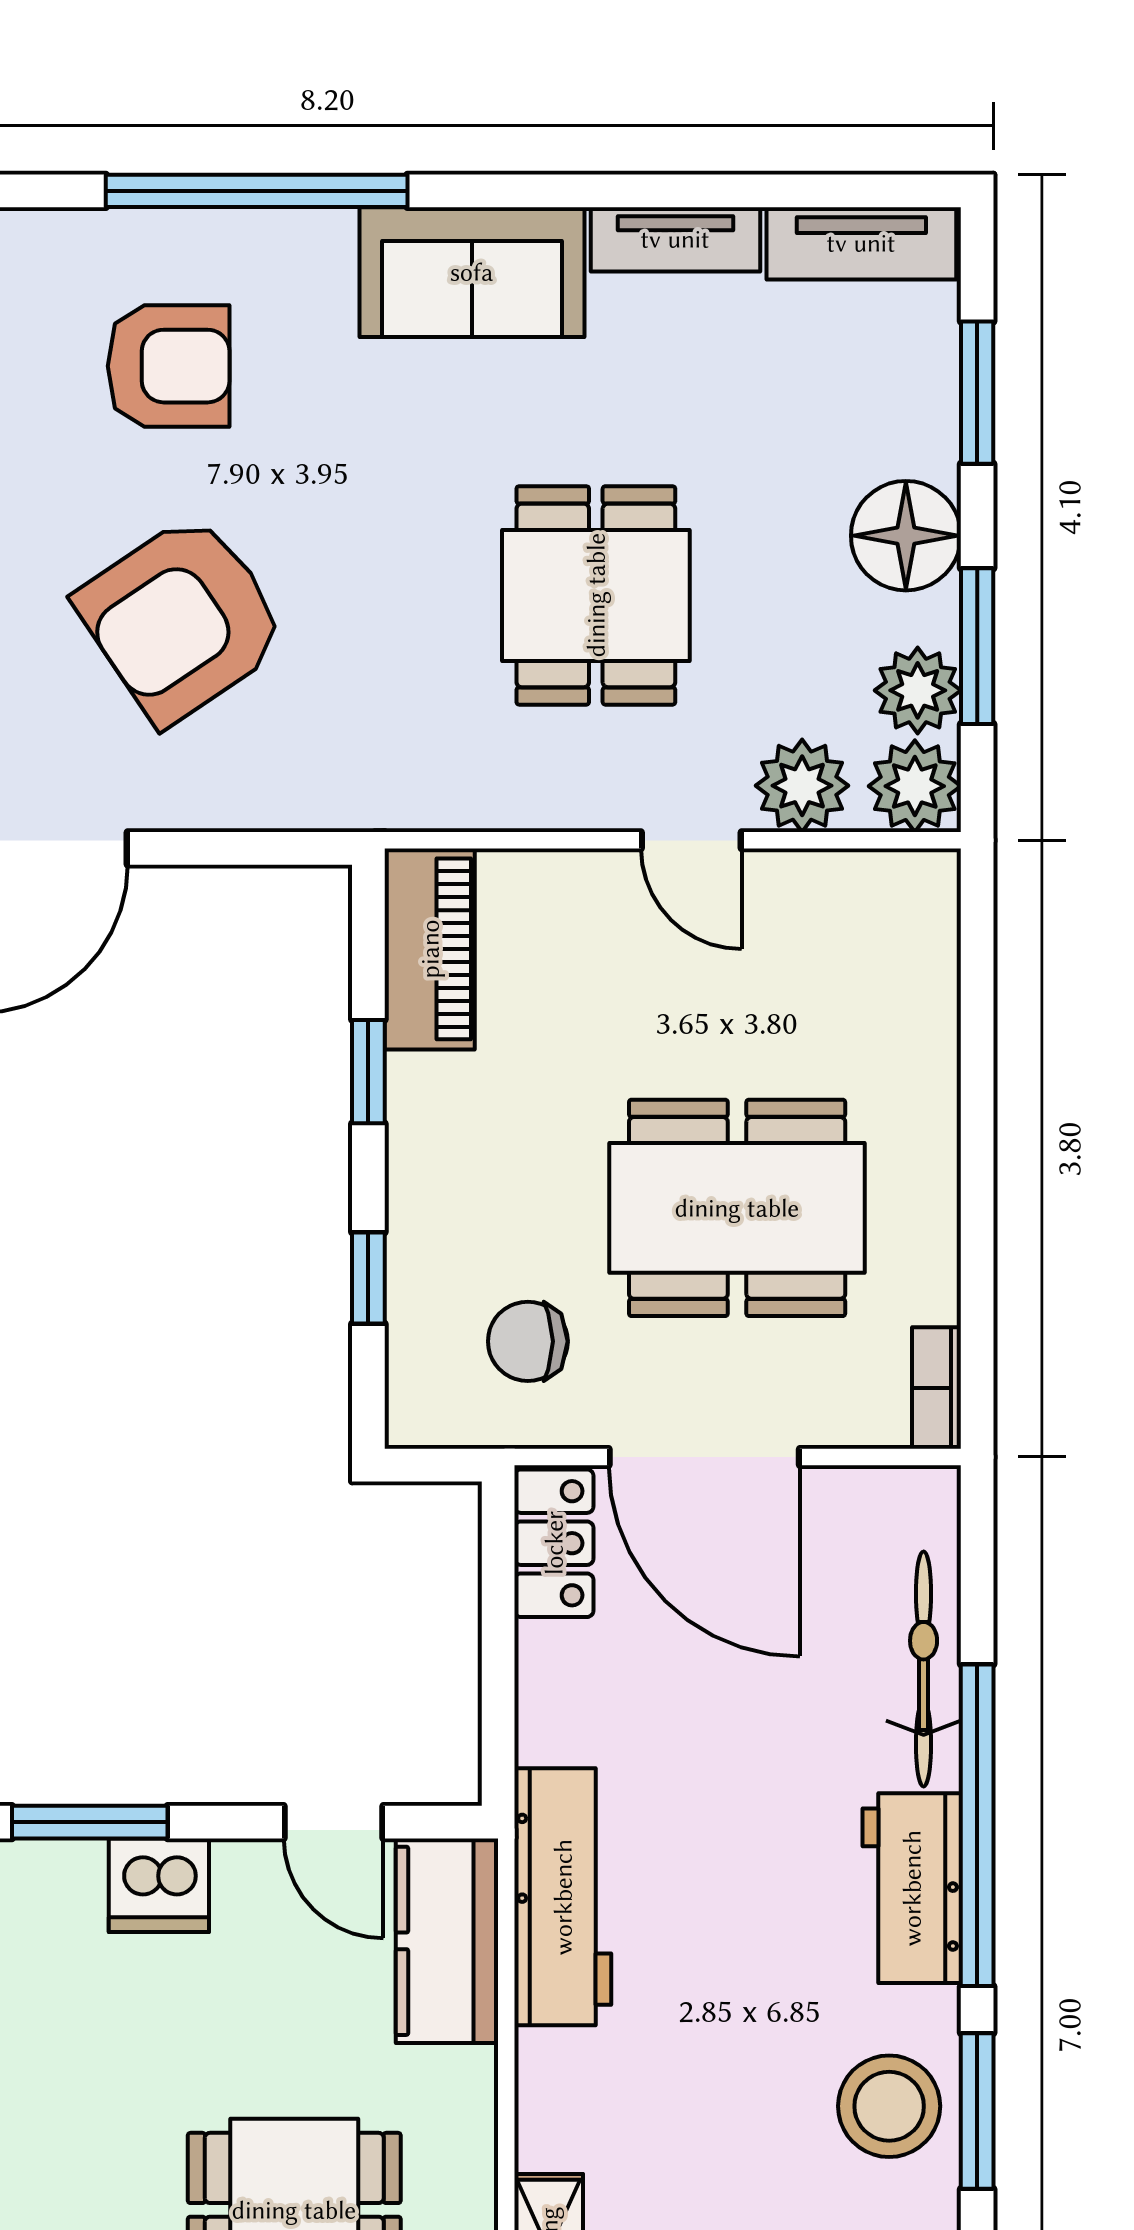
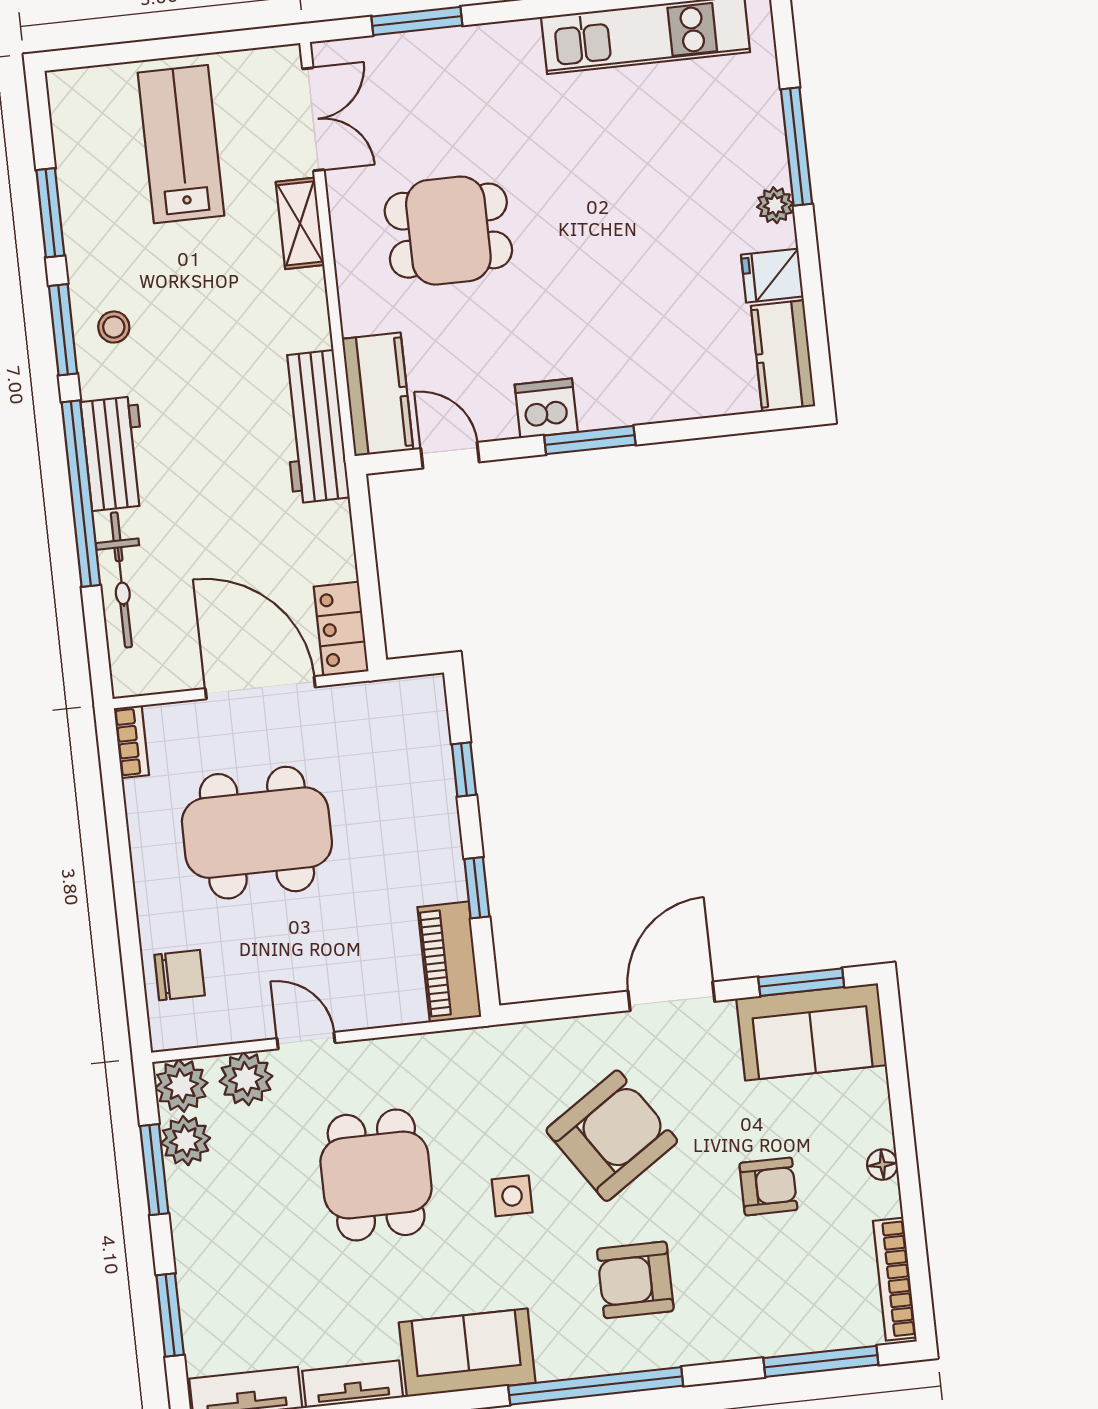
side table: (365, 534) -> (512, 1196), added
floor lamp: (906, 536) -> (202, 1229), removed
chair: (528, 1341) -> (180, 975), moved
stool: (889, 2106) -> (114, 327), width x0.53, depth x0.53

